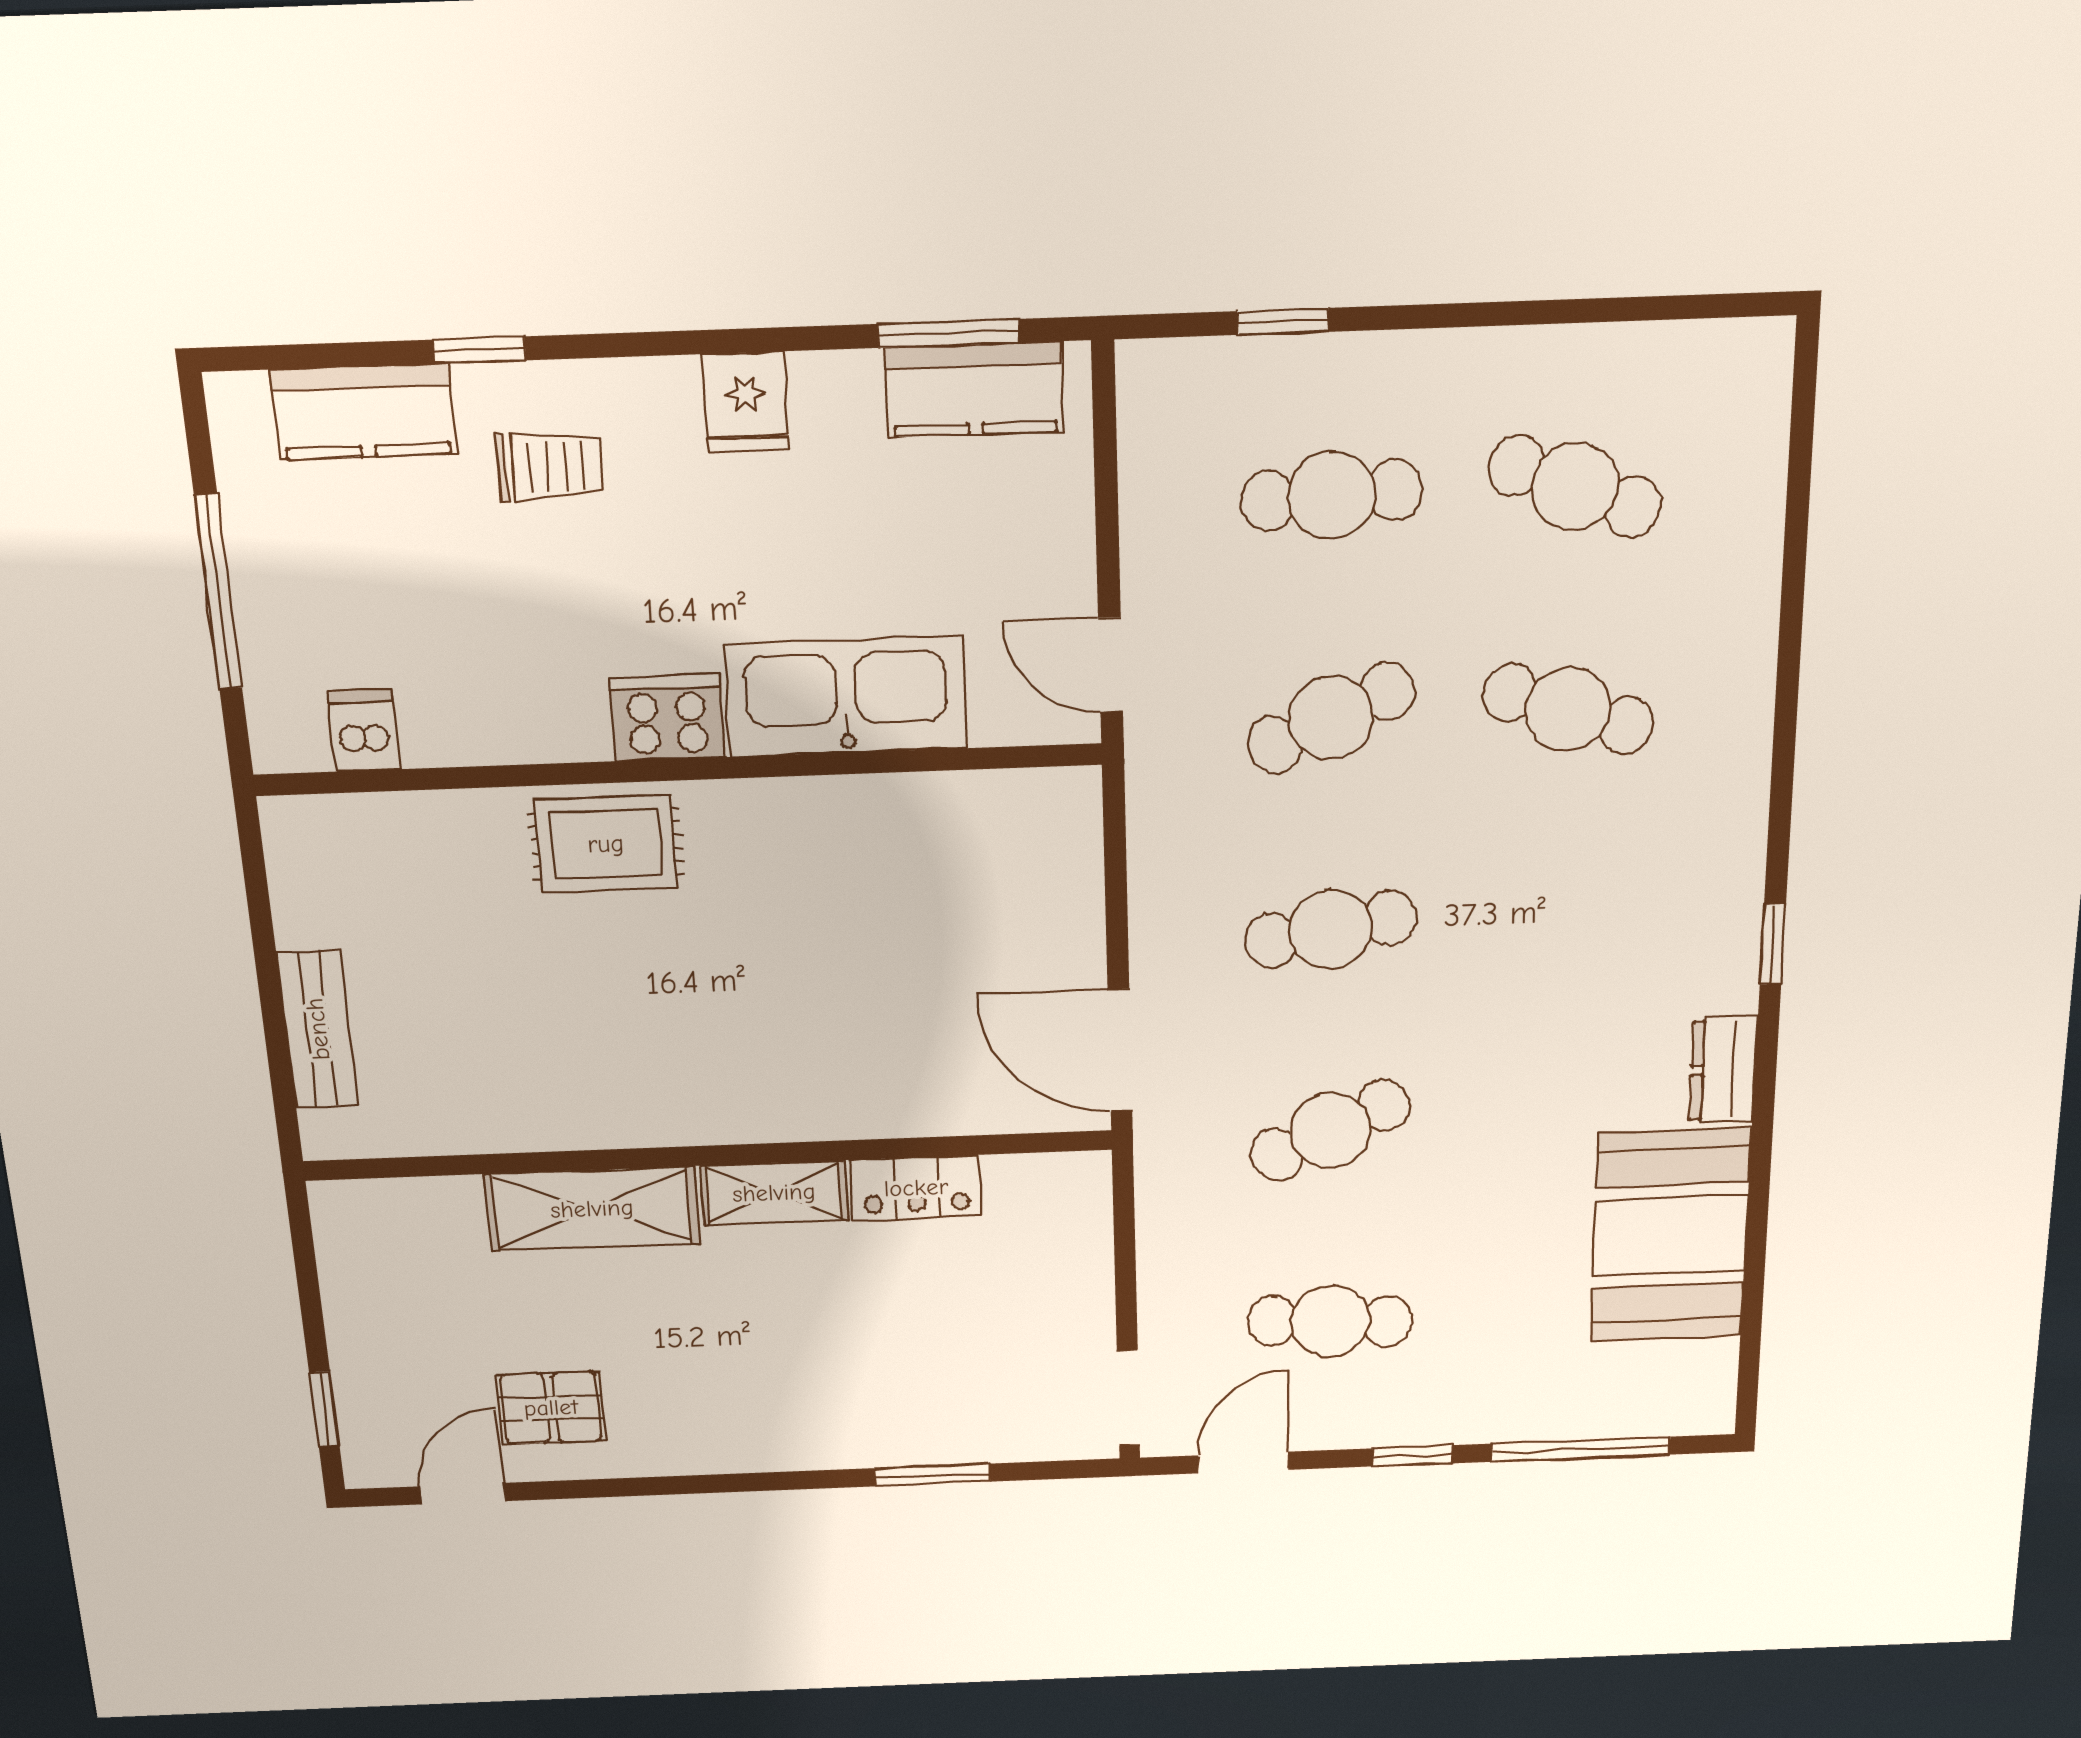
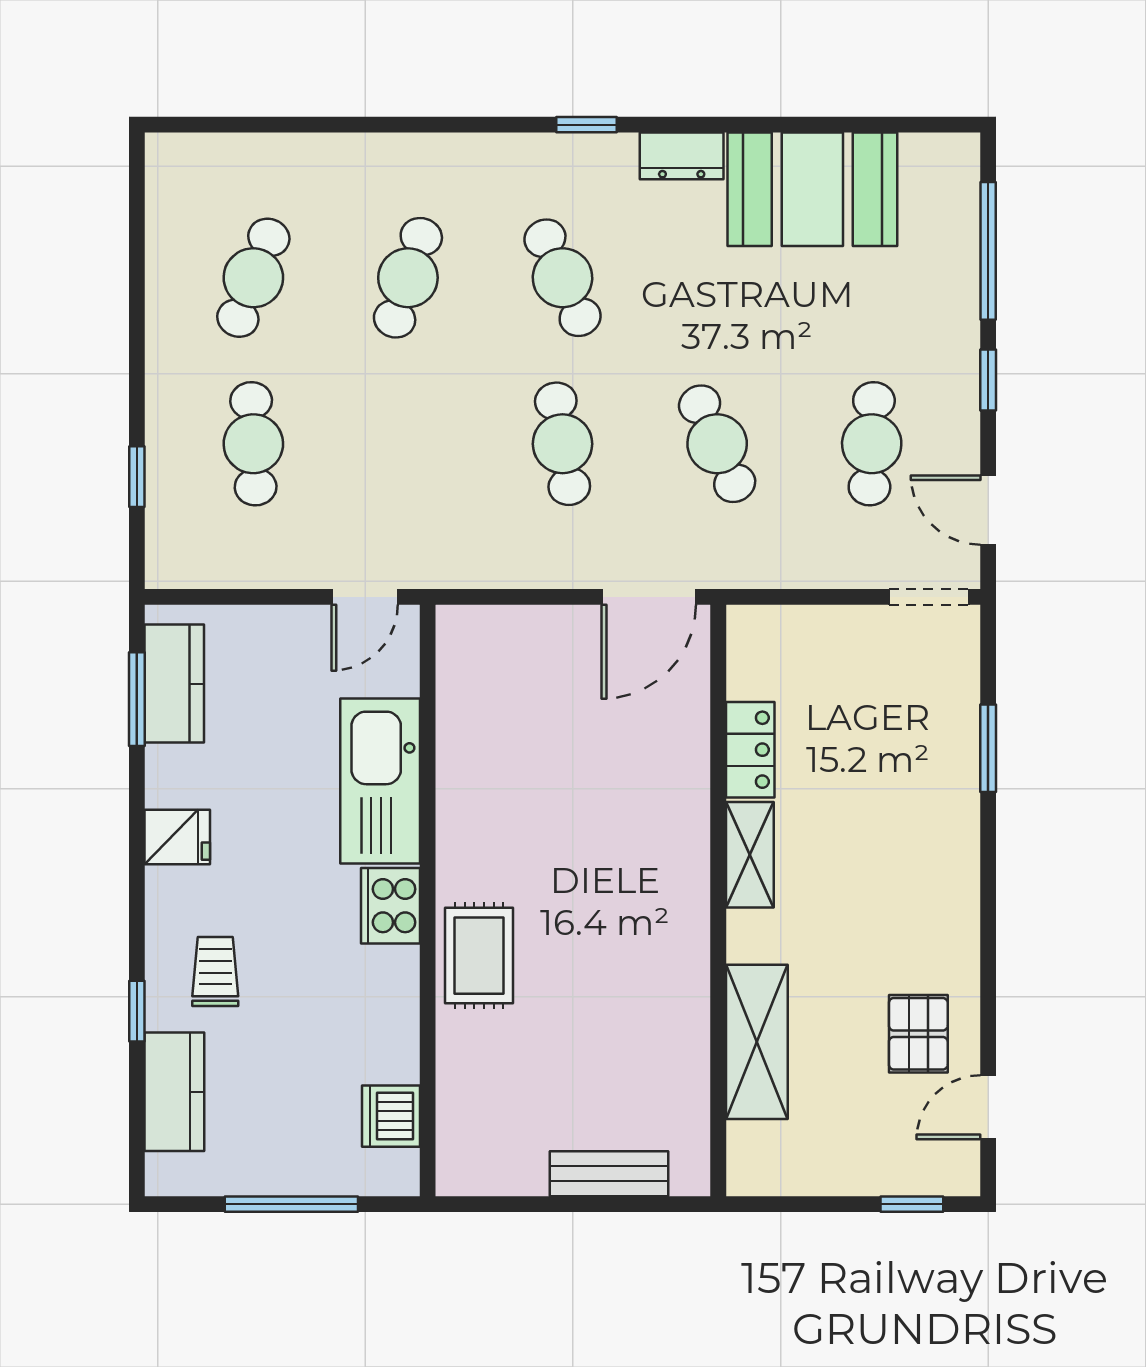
cafe table: (1331, 718) -> (563, 278), moved
dishwasher: (364, 730) -> (391, 1116), width x1.38
shelving: (592, 1209) -> (757, 1042), moved
door: (463, 1494) -> (988, 1107), hinge flipped

